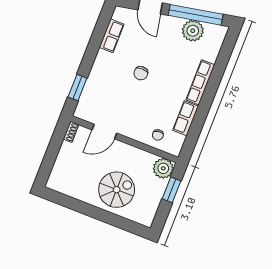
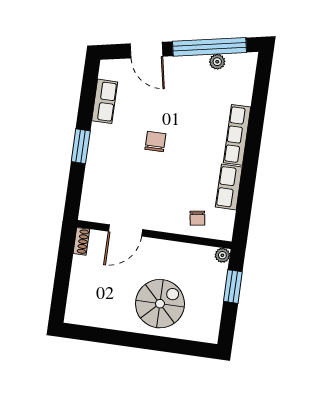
plant: (193, 31) -> (217, 62), width x0.53, depth x0.53
chair: (141, 73) -> (155, 142), turned 180
window: (77, 88) -> (81, 146), moved
plant: (163, 168) -> (222, 255), width x0.53, depth x0.53

